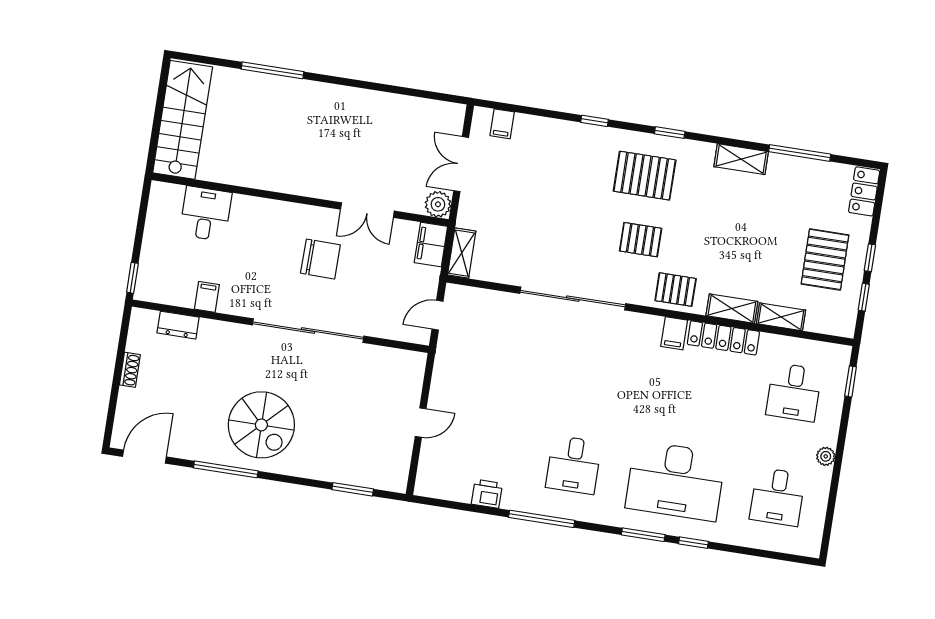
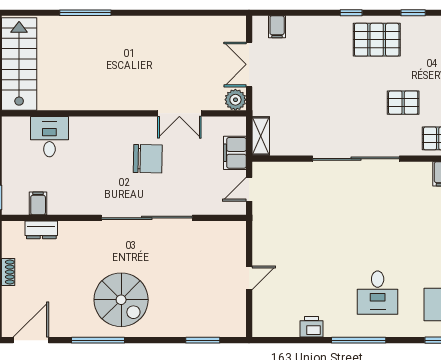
pallet: (645, 176) -> (377, 40), moved
filing cabinet: (431, 245) -> (235, 153), moved
filing cabinet: (207, 297) -> (38, 203), moved

